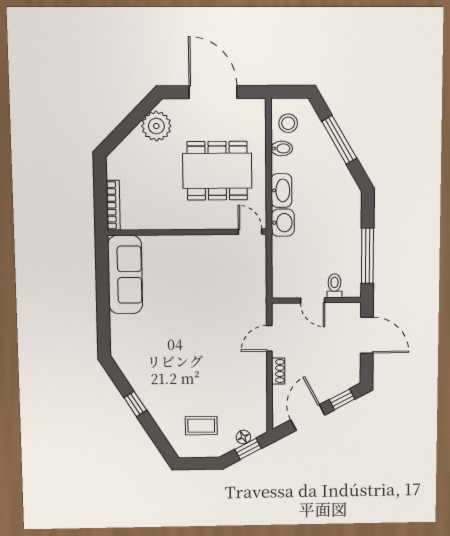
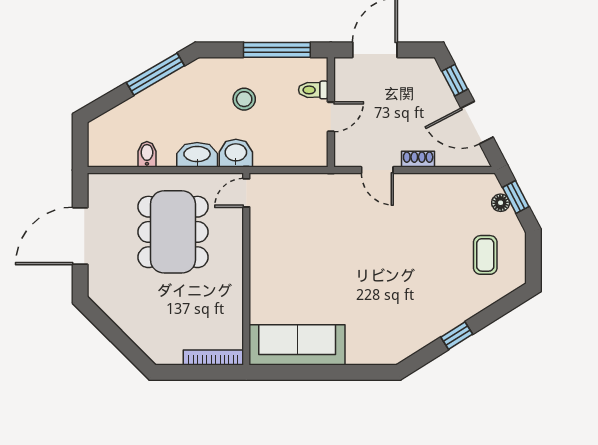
stool: (288, 123) -> (244, 99), moved
plant: (156, 126) -> (120, 304), removed
window: (339, 140) -> (155, 74), moved

